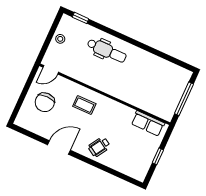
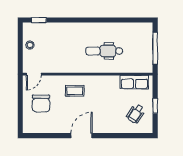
dental chair: (107, 51) -> (104, 51), moved, turned 180
wheelchair: (99, 147) -> (136, 114), moved
door: (59, 148) -> (82, 136), moved

